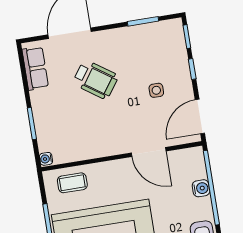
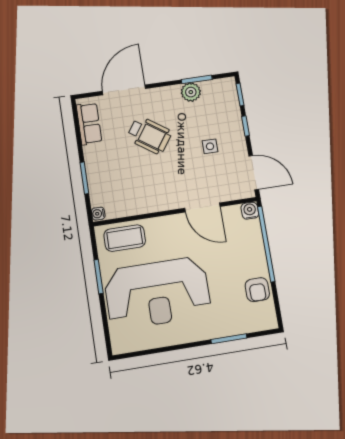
plant: (137, 35) -> (191, 92), added
door: (200, 117) -> (254, 173), swing flipped
coffee table: (72, 183) -> (125, 238), width x1.36, depth x1.30
water cooler: (201, 188) -> (250, 211), moved, turned -90

